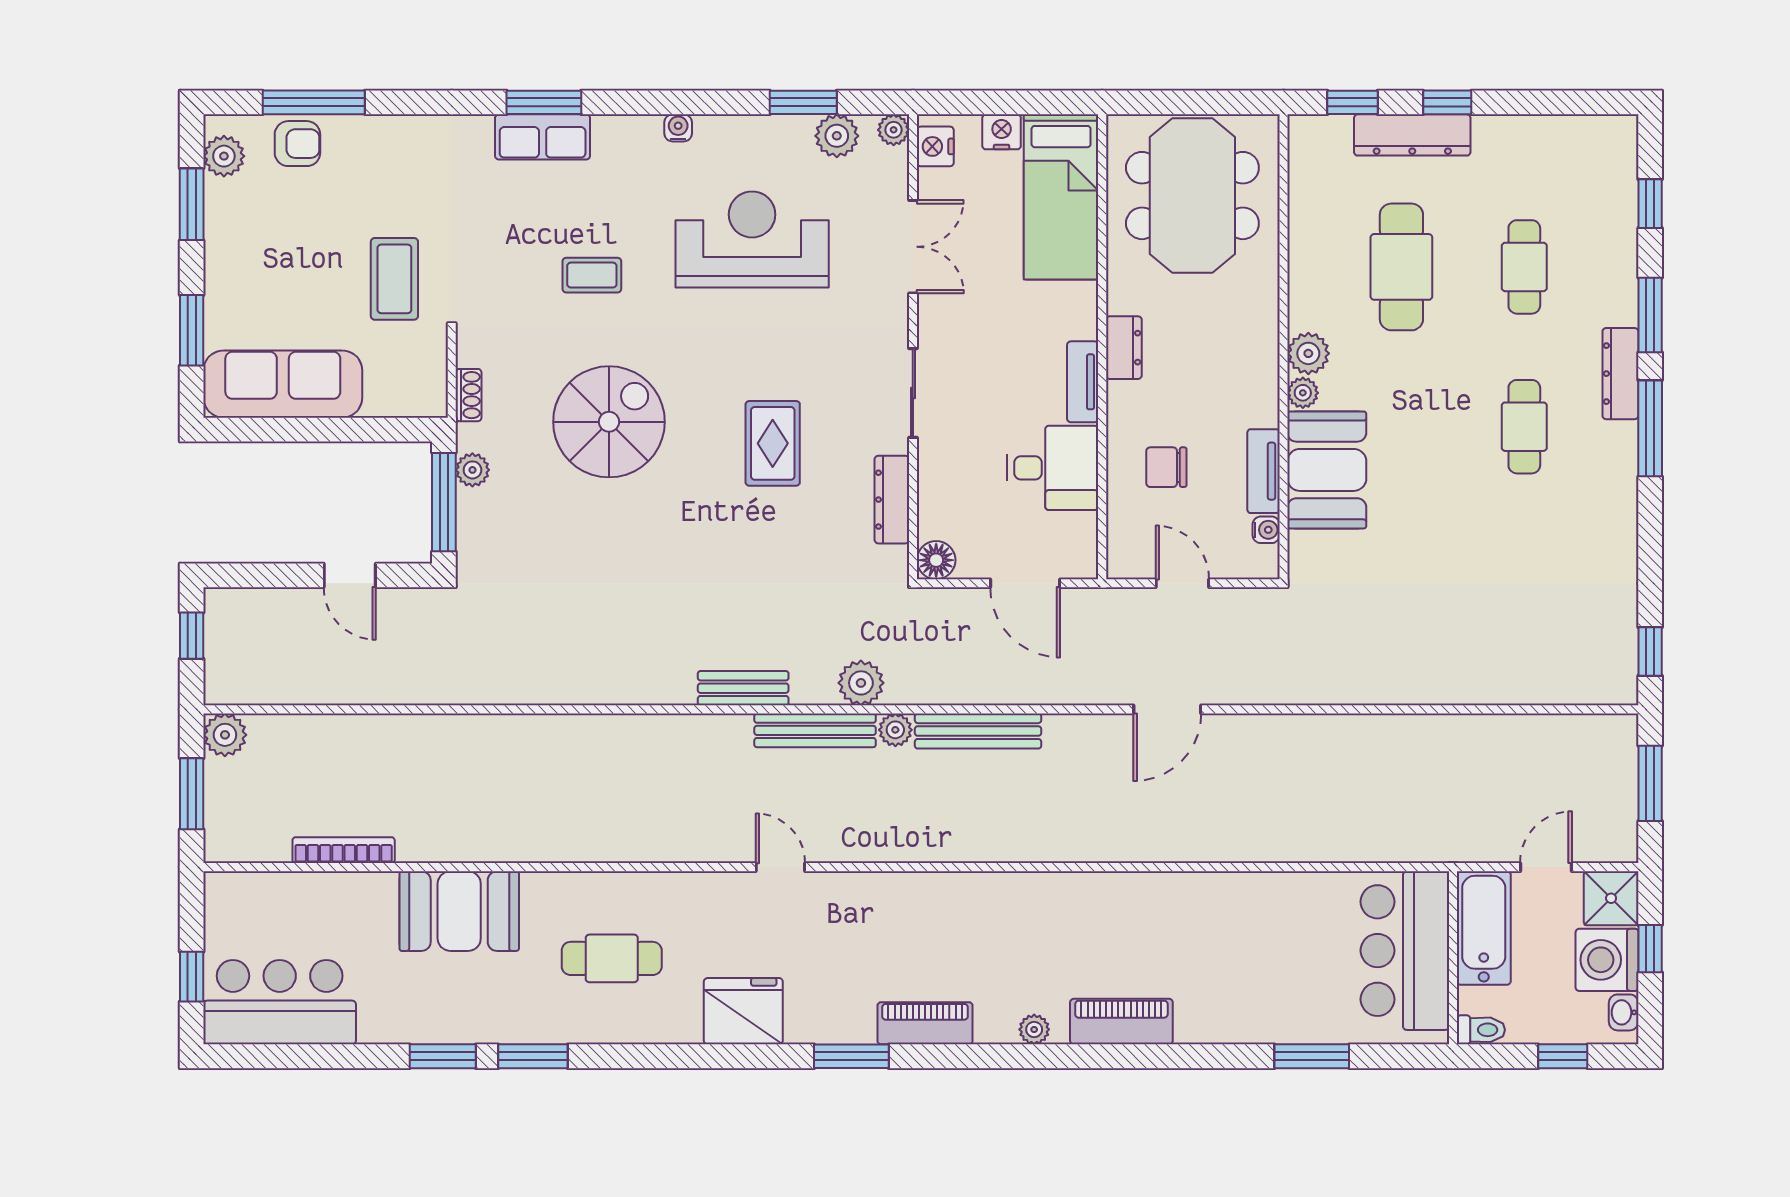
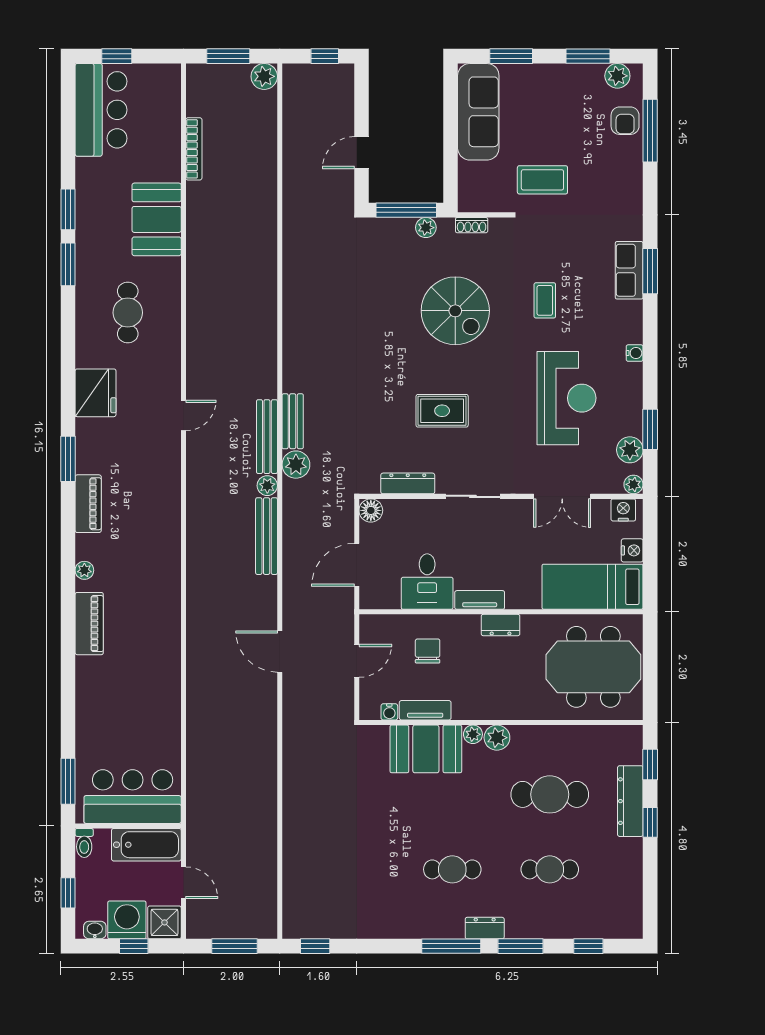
dresser: (1620, 374) -> (485, 928), width x0.70
bench: (743, 688) -> (293, 421), moved
window: (1312, 1056) -> (68, 781), moved

